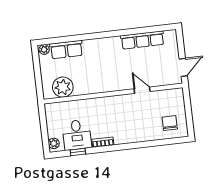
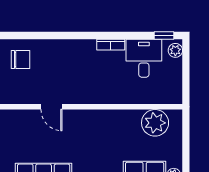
chair: (170, 123) -> (20, 59), turned -90
window: (78, 152) -> (164, 36), moved

